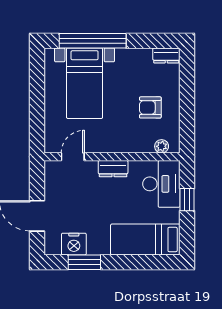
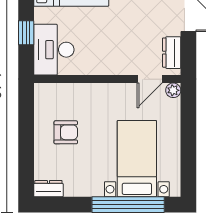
plant: (162, 146) -> (173, 90), moved
dresser: (113, 169) -> (172, 53), moved, turned -90

